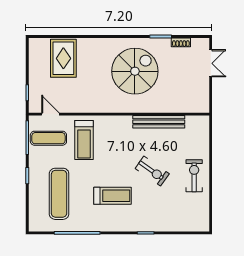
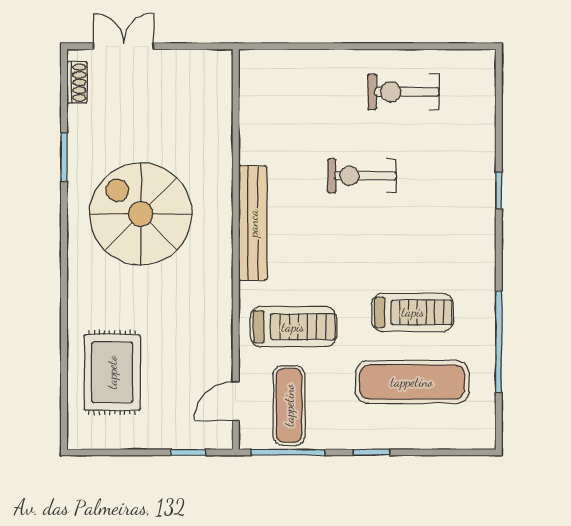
shoe rack: (181, 42) -> (77, 82), moved
rug: (63, 58) -> (112, 372), turned 90
bench: (159, 122) -> (253, 223), moved
exercise bike: (152, 171) -> (362, 176), turned -125
exercise bike: (194, 176) -> (403, 92), moved
treadmill: (113, 196) -> (413, 312), moved, turned 90

